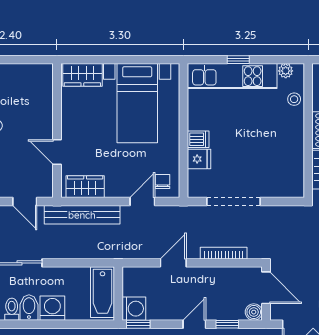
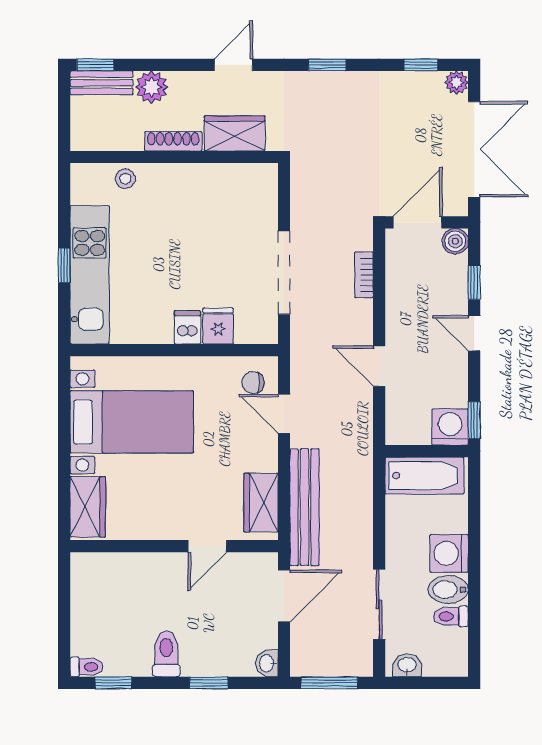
plant: (286, 71) -> (81, 192), removed
door: (25, 202) -> (284, 596), width x1.38
bookcase: (224, 253) -> (364, 275), width x0.64

